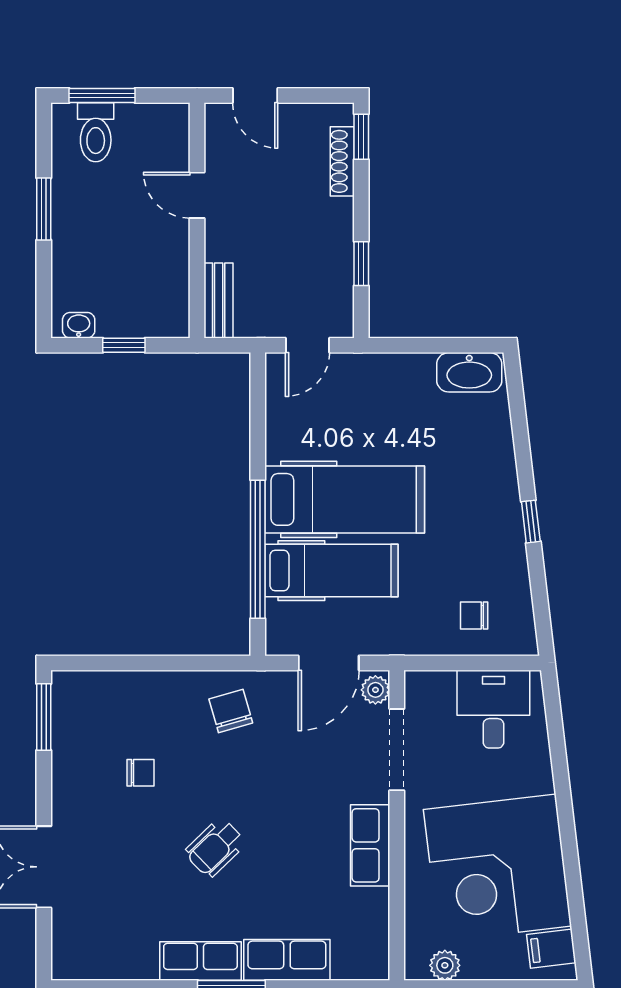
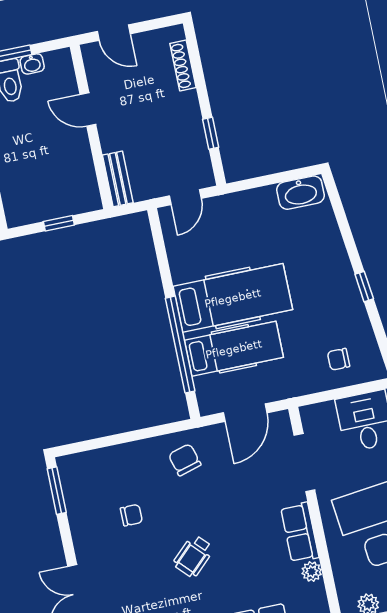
window: (361, 137) -> (193, 46), removed
washbasin: (79, 325) -> (32, 64), moved, turned 180
plant: (375, 690) -> (312, 572), moved

